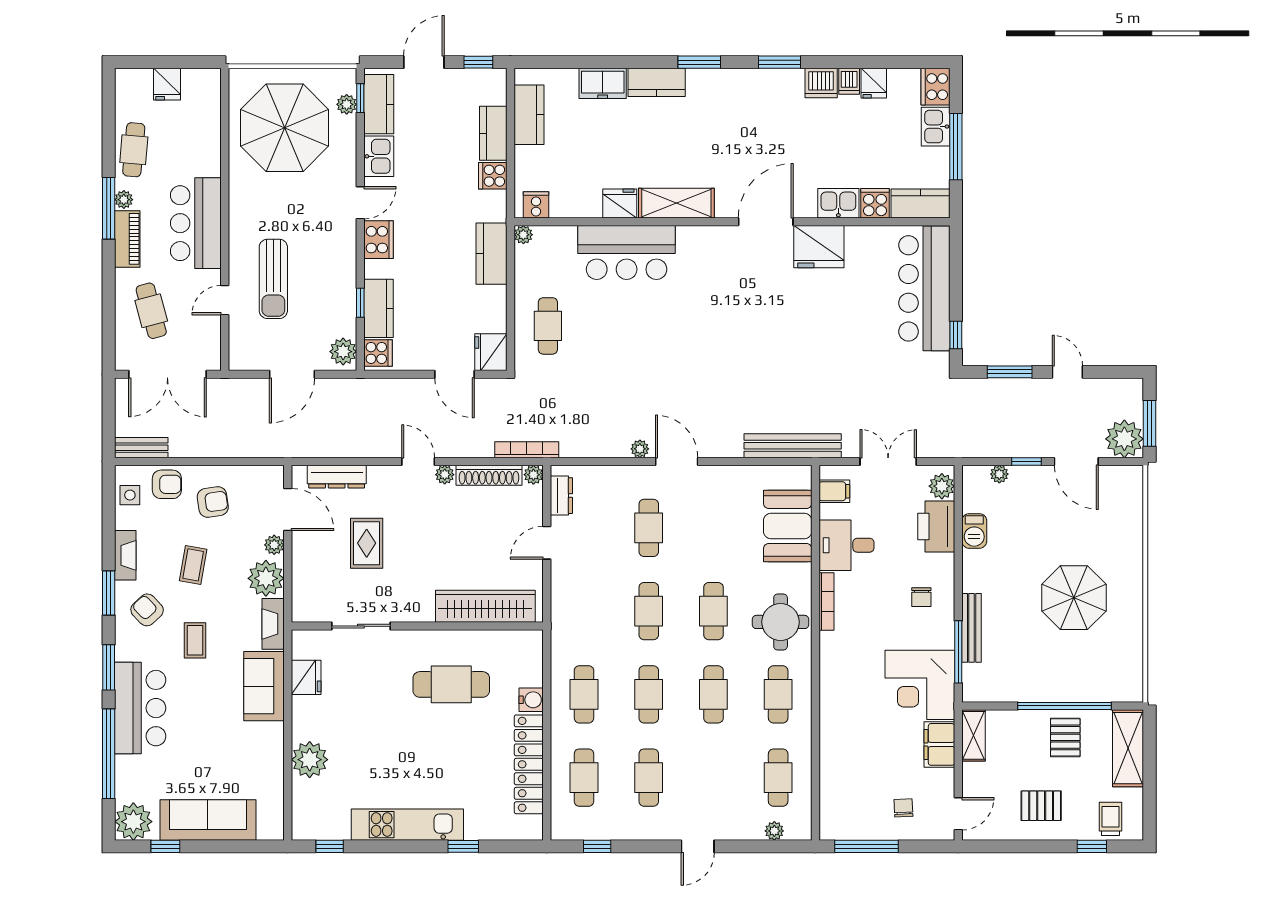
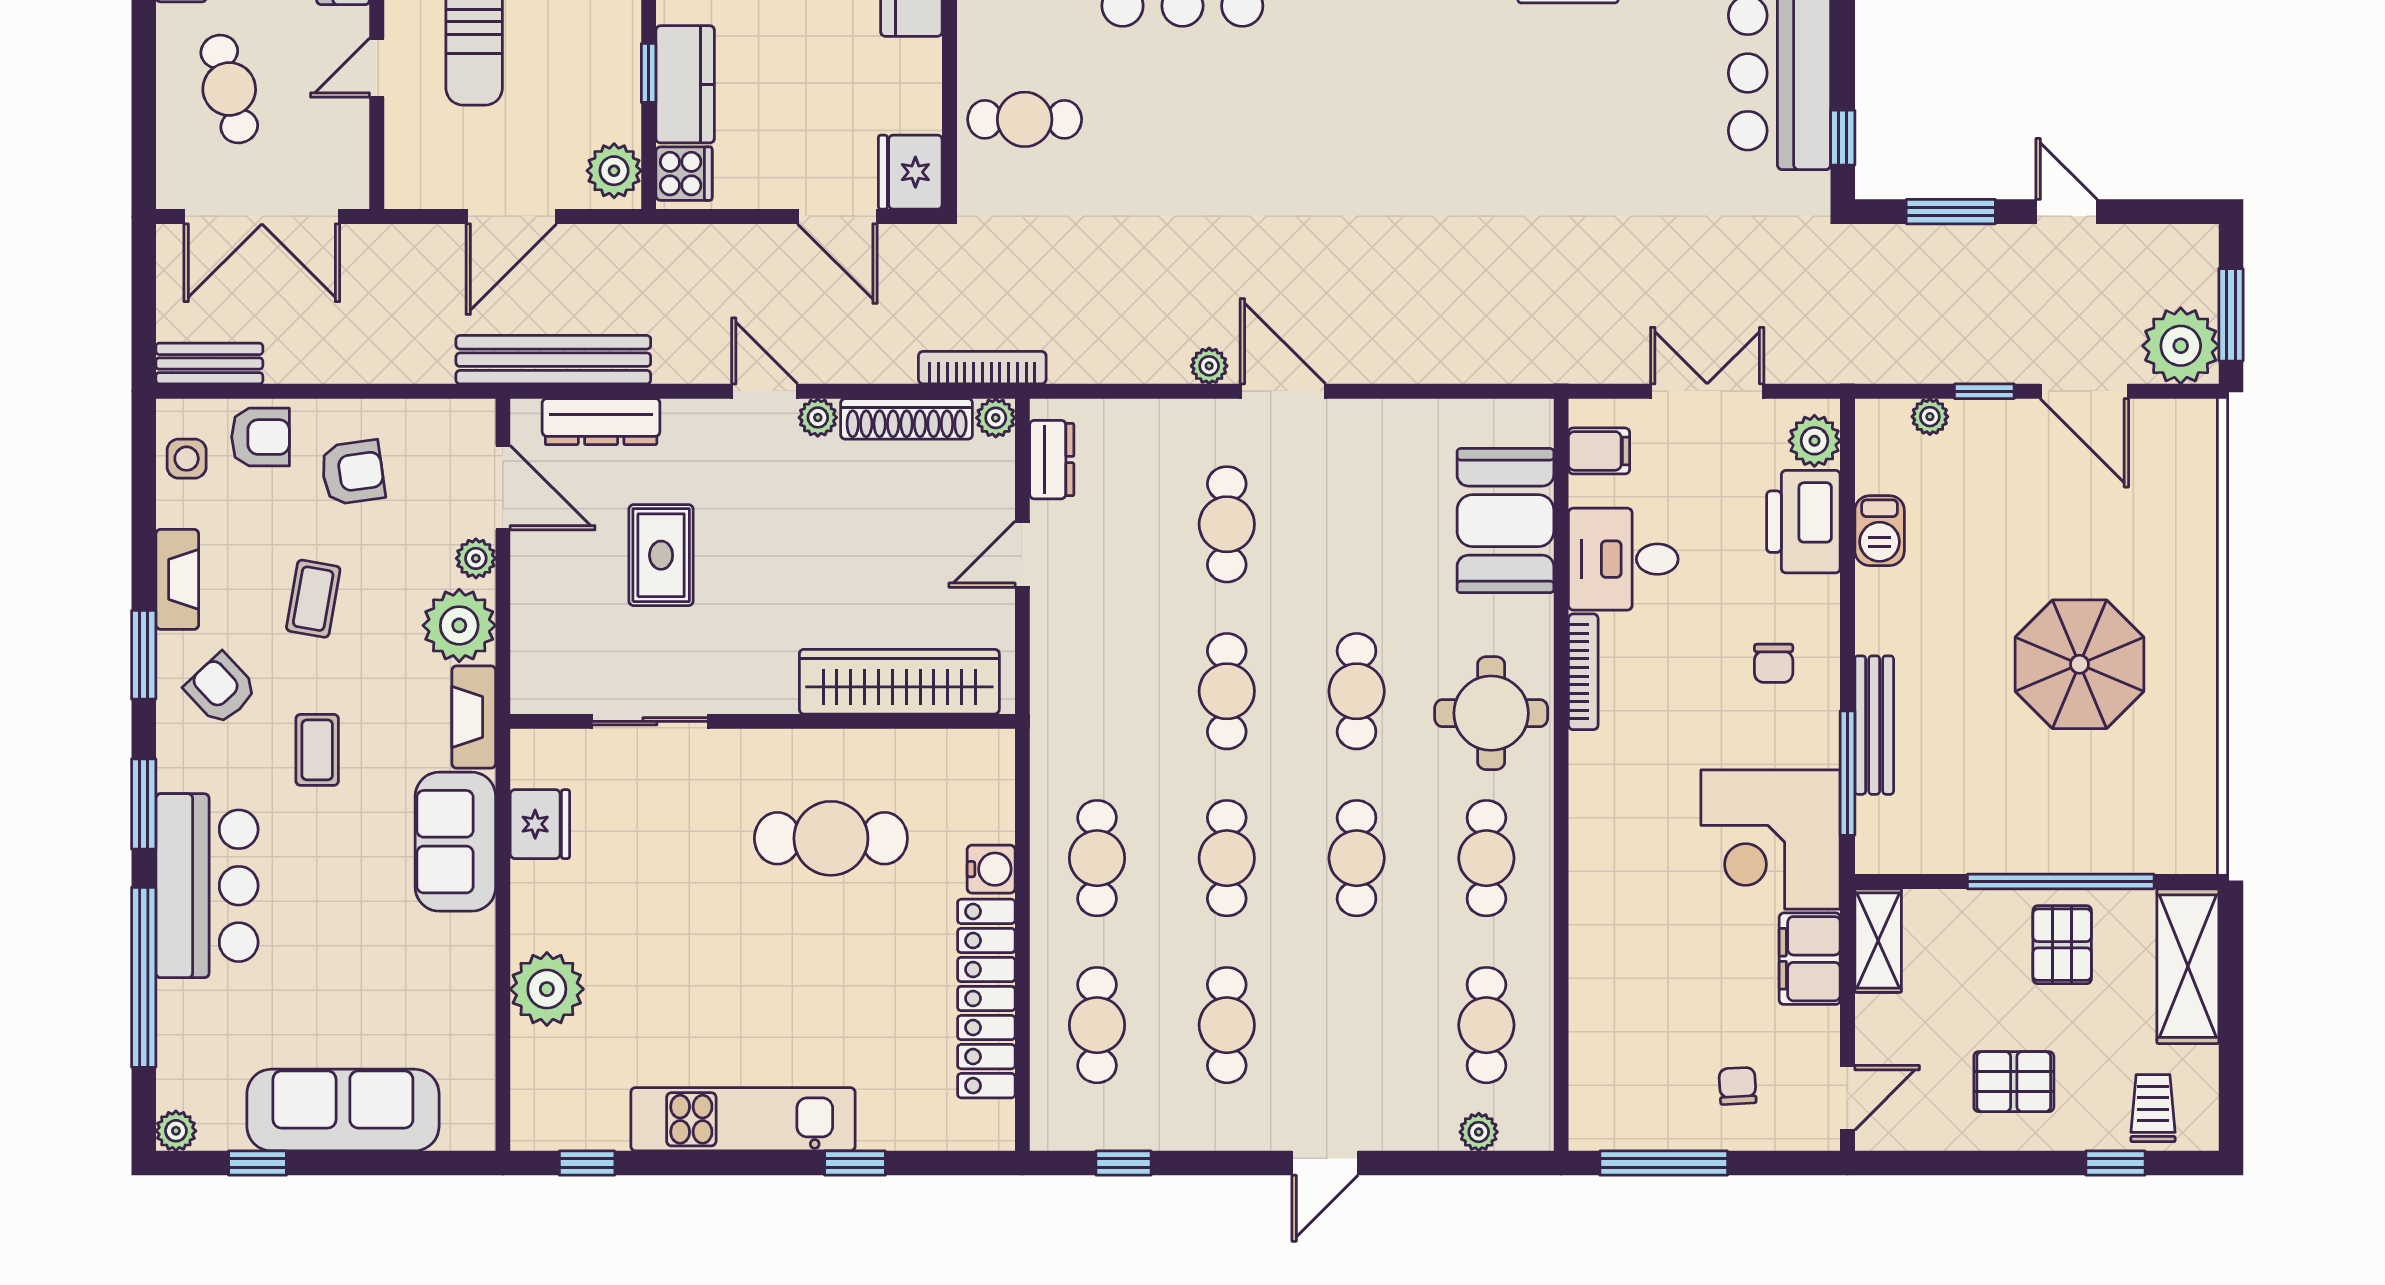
cafe table: (548, 326) -> (1025, 119), turned 90
bench: (793, 446) -> (553, 360), moved
plant: (133, 822) -> (176, 1131), width x0.53, depth x0.53

